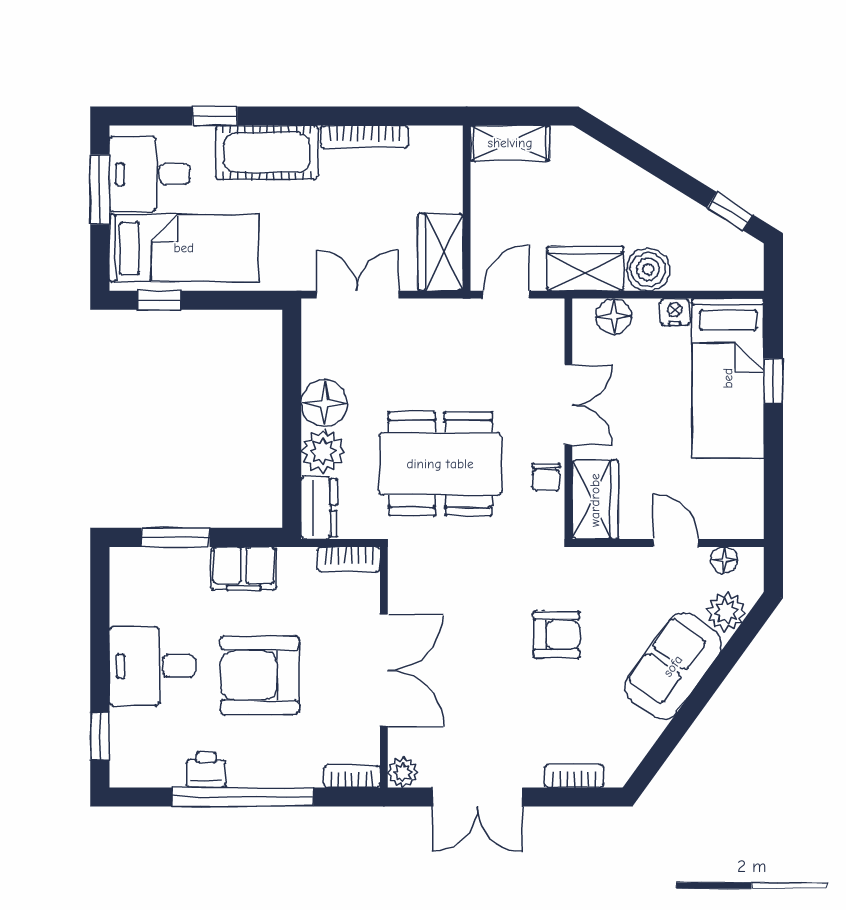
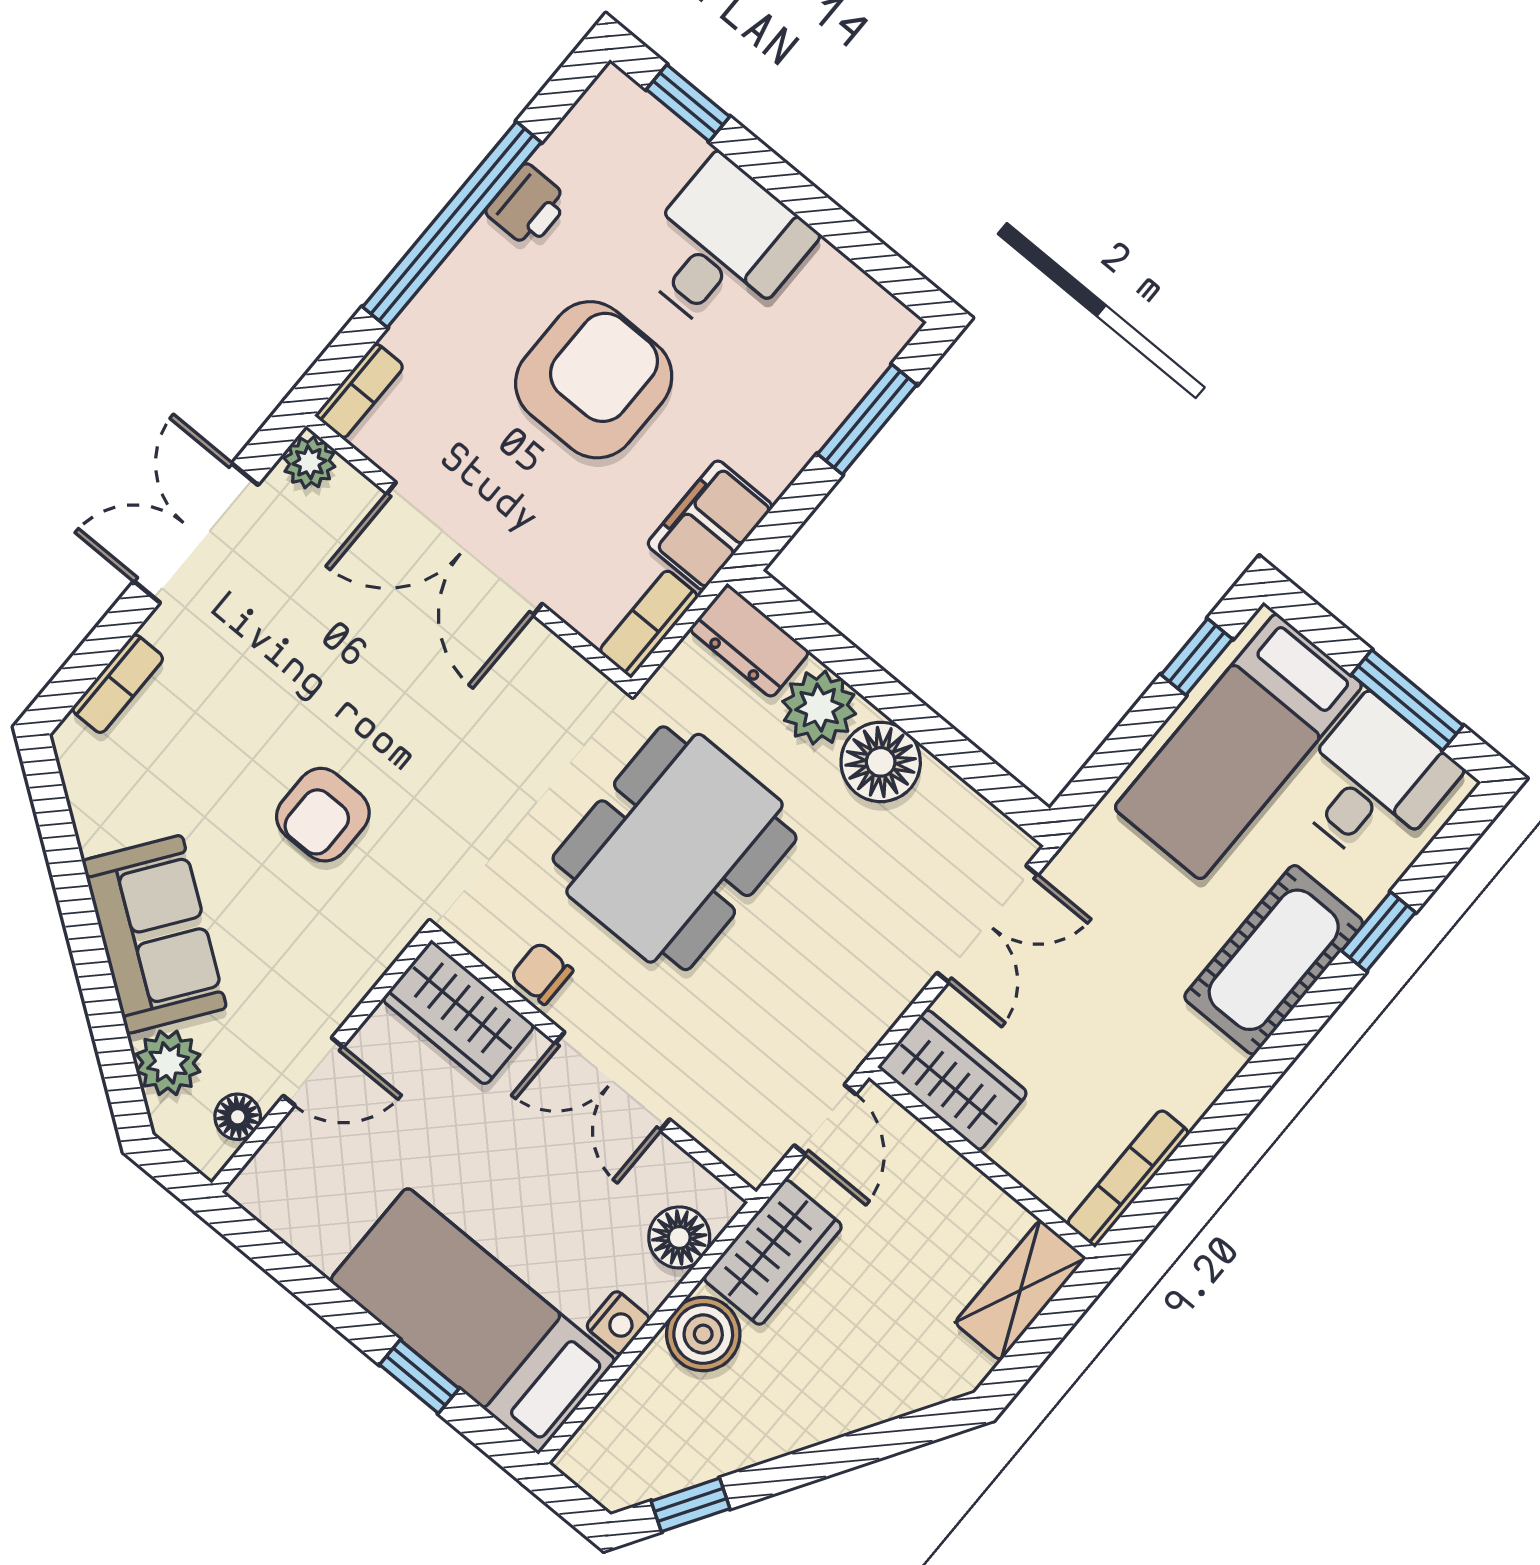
bookcase: (365, 137) -> (1128, 1178), moved
filing cabinet: (244, 569) -> (710, 525), moved

